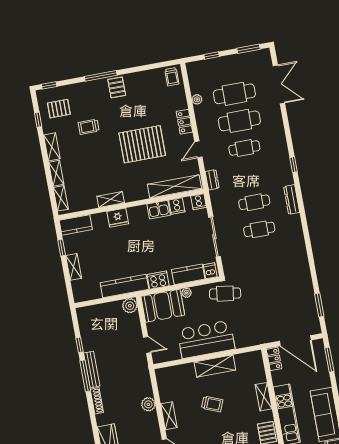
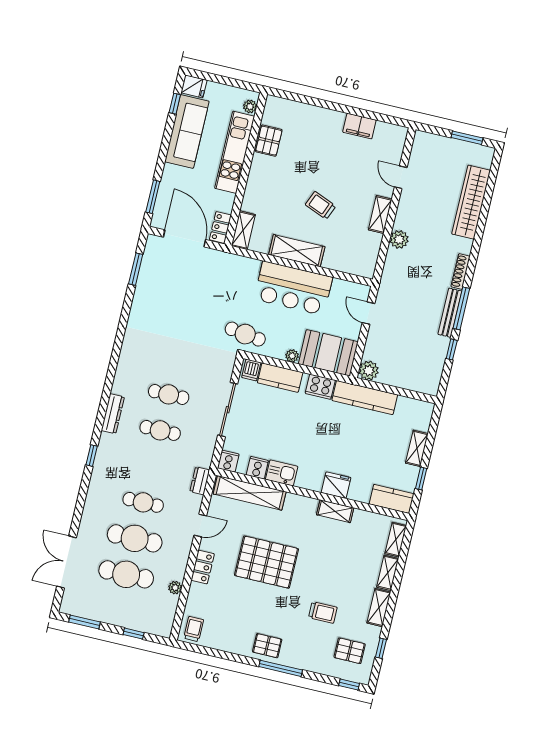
pallet: (117, 87) -> (267, 646), turned 90
shelving: (264, 397) -> (243, 230), moved

